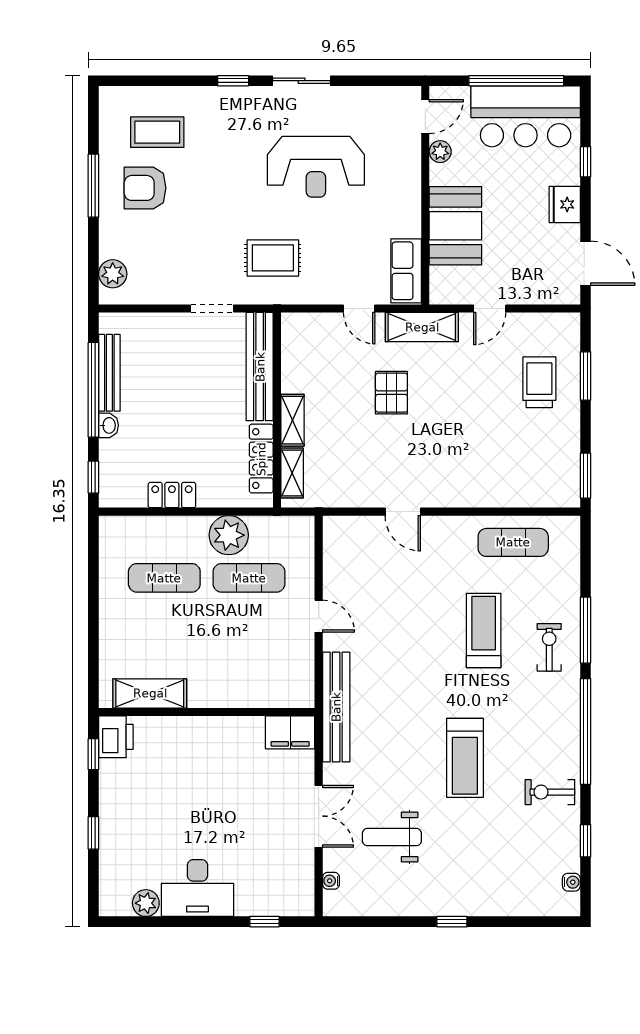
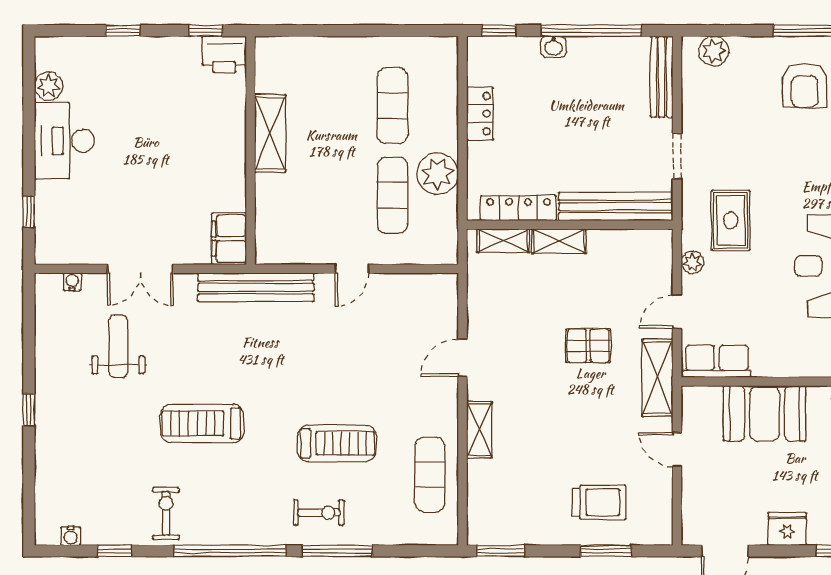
armchair: (145, 188) -> (805, 85), turned 180
plant: (313, 294) -> (693, 262), added
bench: (109, 373) -> (662, 77), moved, turned 90
shelving: (471, 496) -> (479, 430), added
shelving: (150, 693) -> (270, 133), moved

